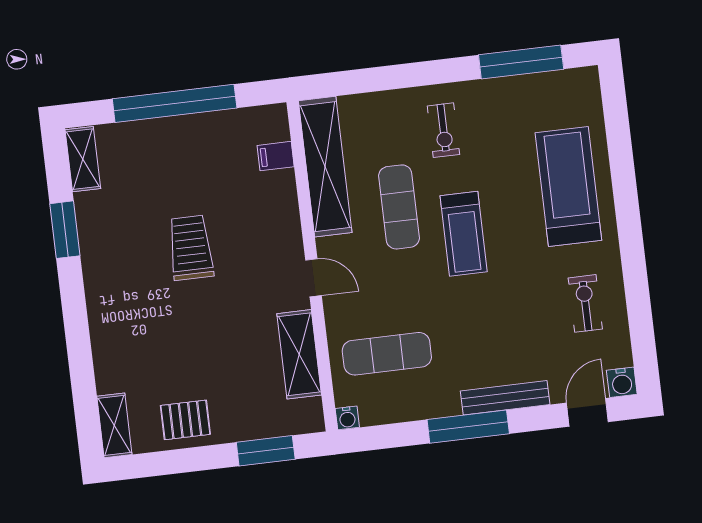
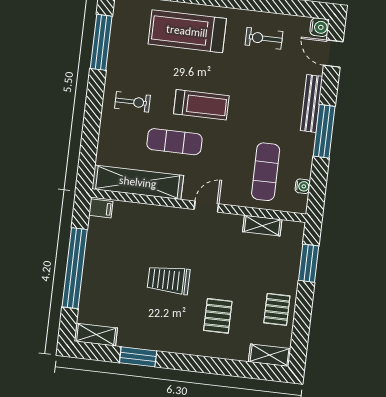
filing cabinet: (276, 156) -> (101, 208), moved, turned -90
pallet: (154, 334) -> (218, 316), added
shelving: (299, 354) -> (262, 226), width x0.67, depth x0.75
water cooler: (347, 418) -> (303, 186), moved

